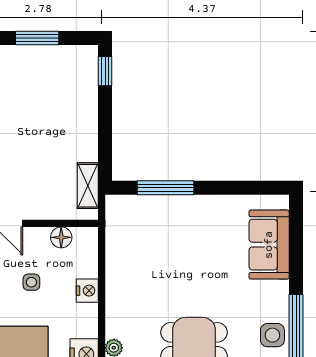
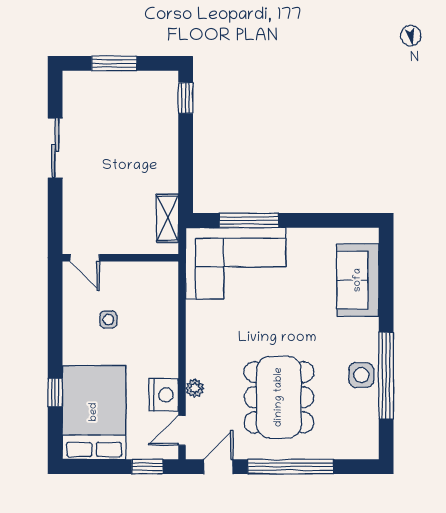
corner sofa: (153, 229) -> (236, 263), added
floor lamp: (61, 237) -> (140, 272), removed
nightstand: (87, 291) -> (167, 328), removed

